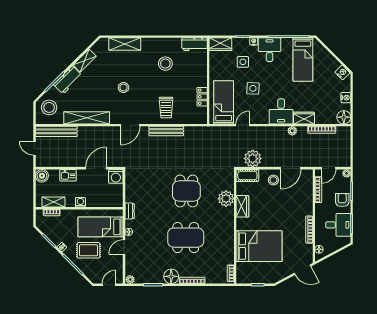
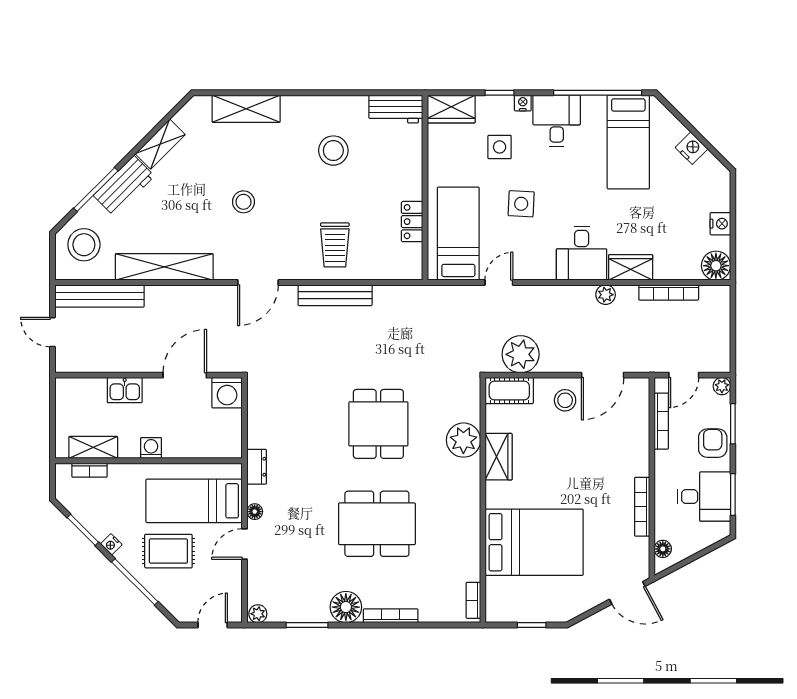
nightstand: (342, 72) -> (692, 148), moved
boiler: (42, 176) -> (68, 391), removed

